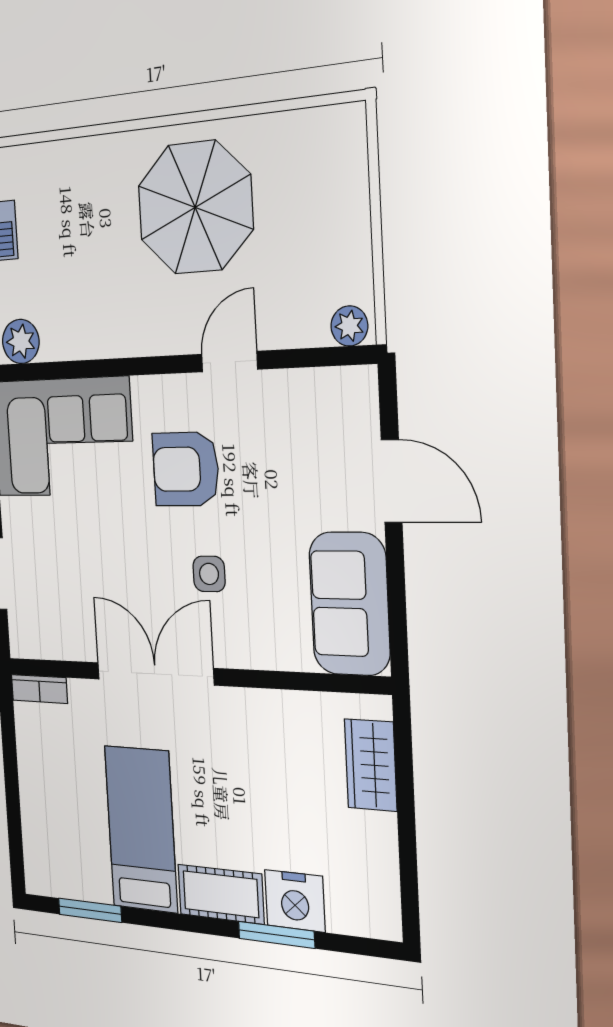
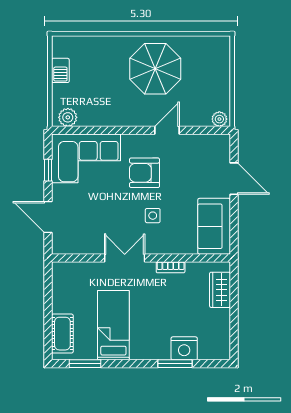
double door: (155, 674) -> (125, 258), width x0.73
bookcase: (39, 689) -> (171, 267), moved
cot: (221, 894) -> (62, 334), moved, turned 90

